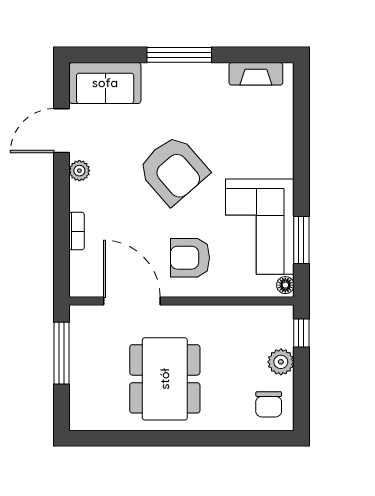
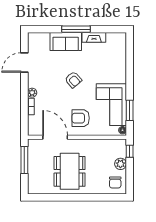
fireplace: (256, 74) -> (94, 37), moved
sofa: (105, 83) -> (66, 41), moved
armchair: (173, 170) -> (73, 80), width x0.53, depth x0.53
plant: (79, 171) -> (32, 93), moved

